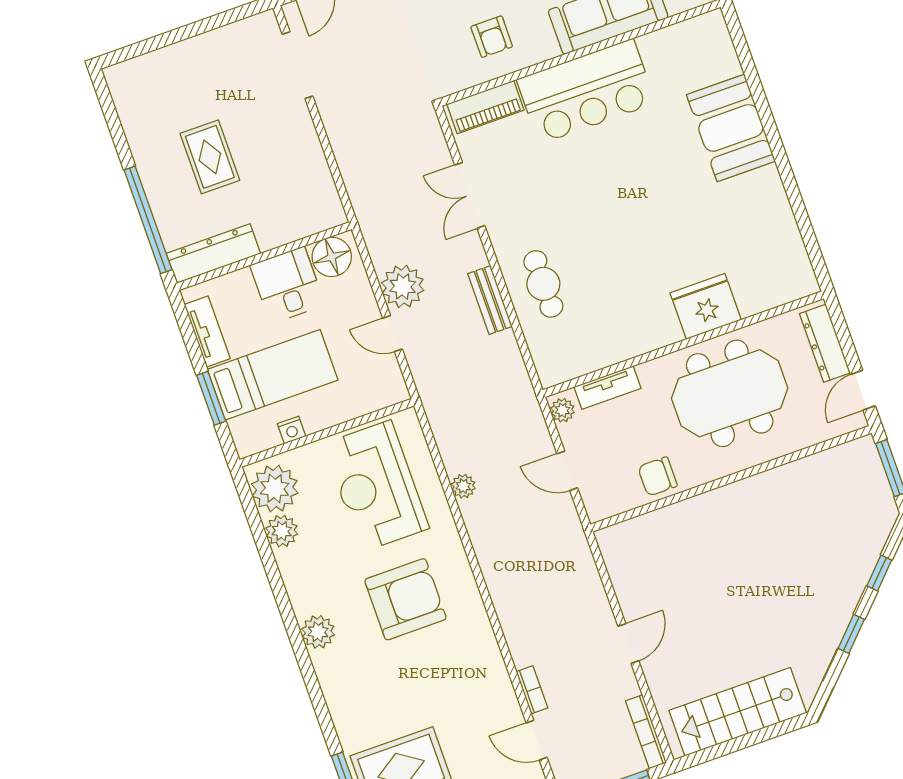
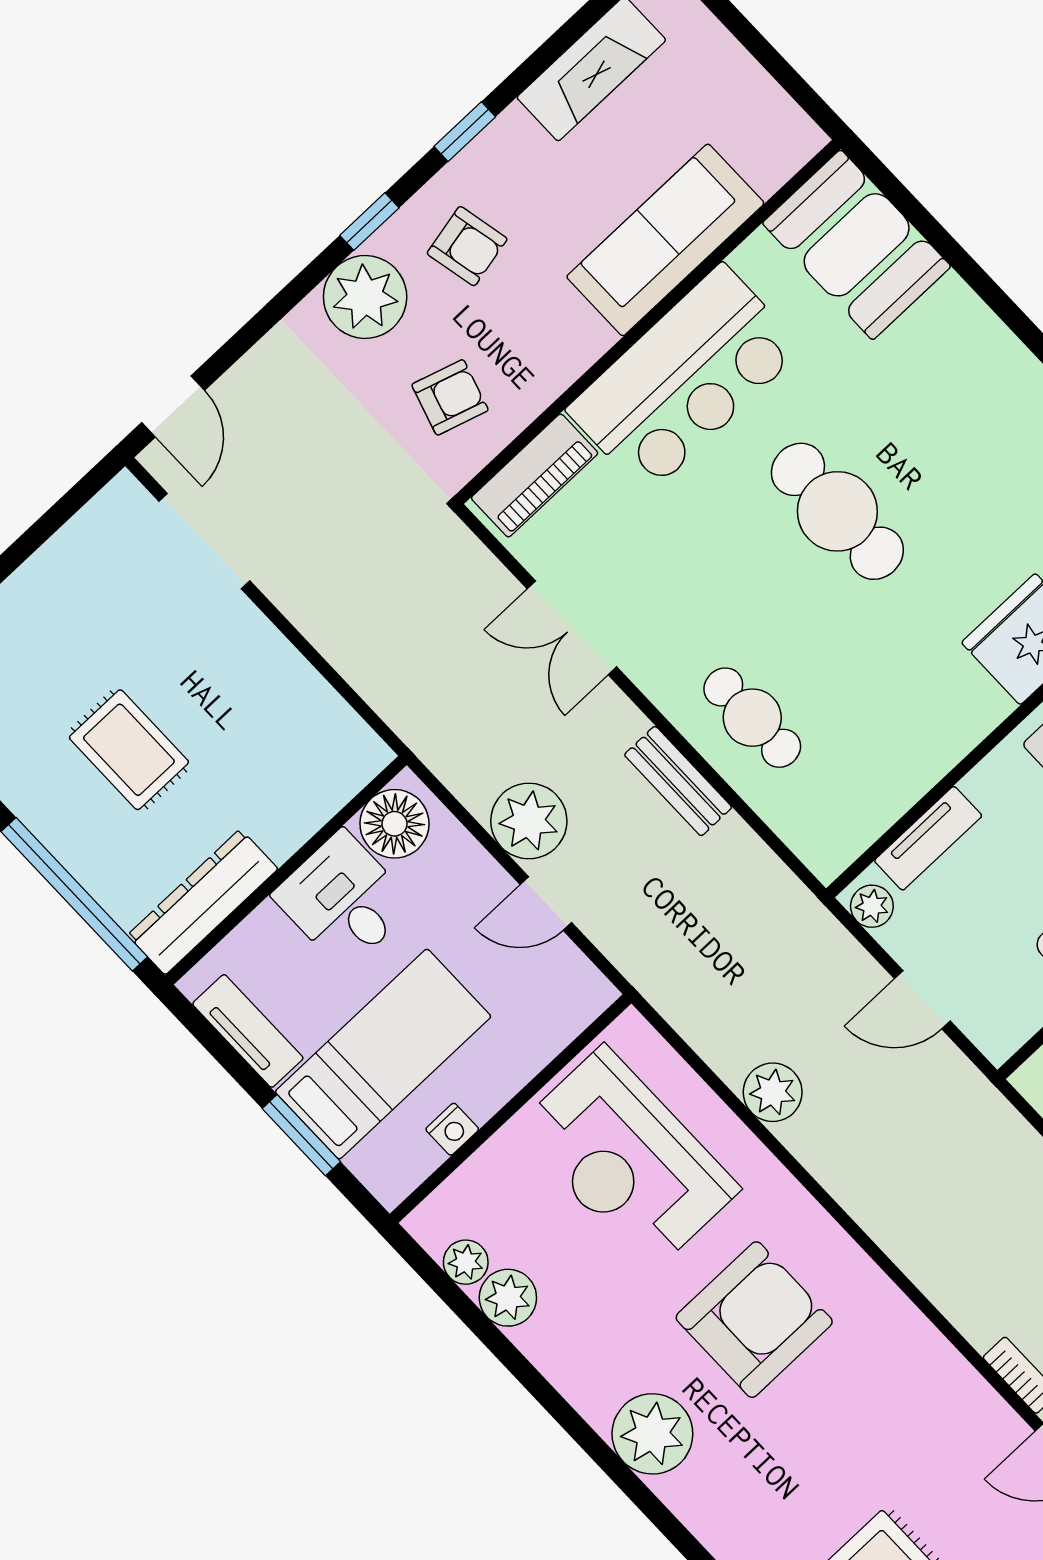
armchair: (492, 37) -> (450, 397), moved, turned -73
booth: (731, 128) -> (857, 245), moved
cafe table: (636, 196) -> (837, 511), added
plant: (463, 486) -> (773, 1092), width x1.38, depth x1.38
plant: (275, 488) -> (466, 1262), width x0.53, depth x0.53
plant: (318, 632) -> (652, 1434), width x1.36, depth x1.36

